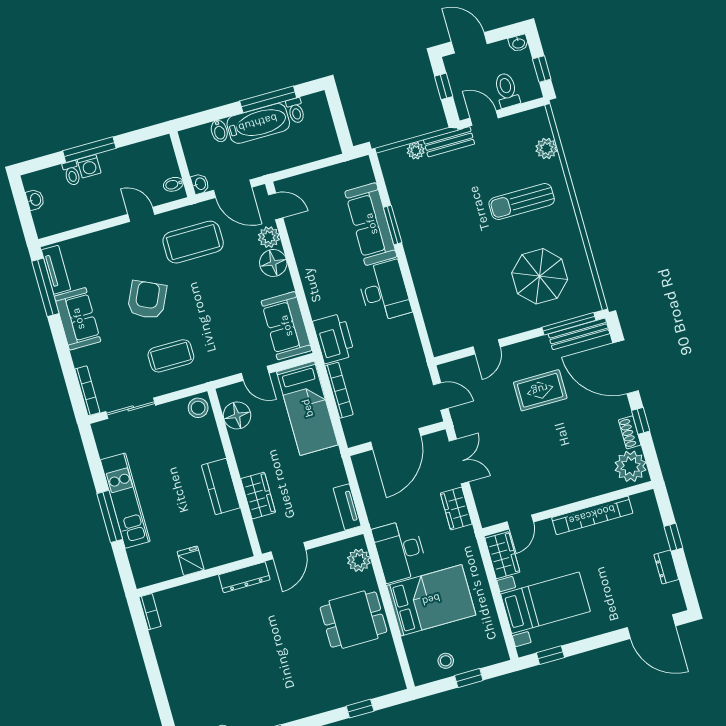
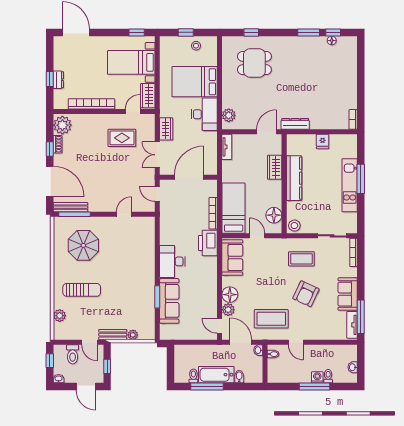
rug: (540, 390) -> (122, 138), moved
kitchen counter: (221, 486) -> (294, 178), width x1.50
dresser: (666, 567) -> (58, 80), moved
dining table: (353, 620) -> (254, 63), moved

